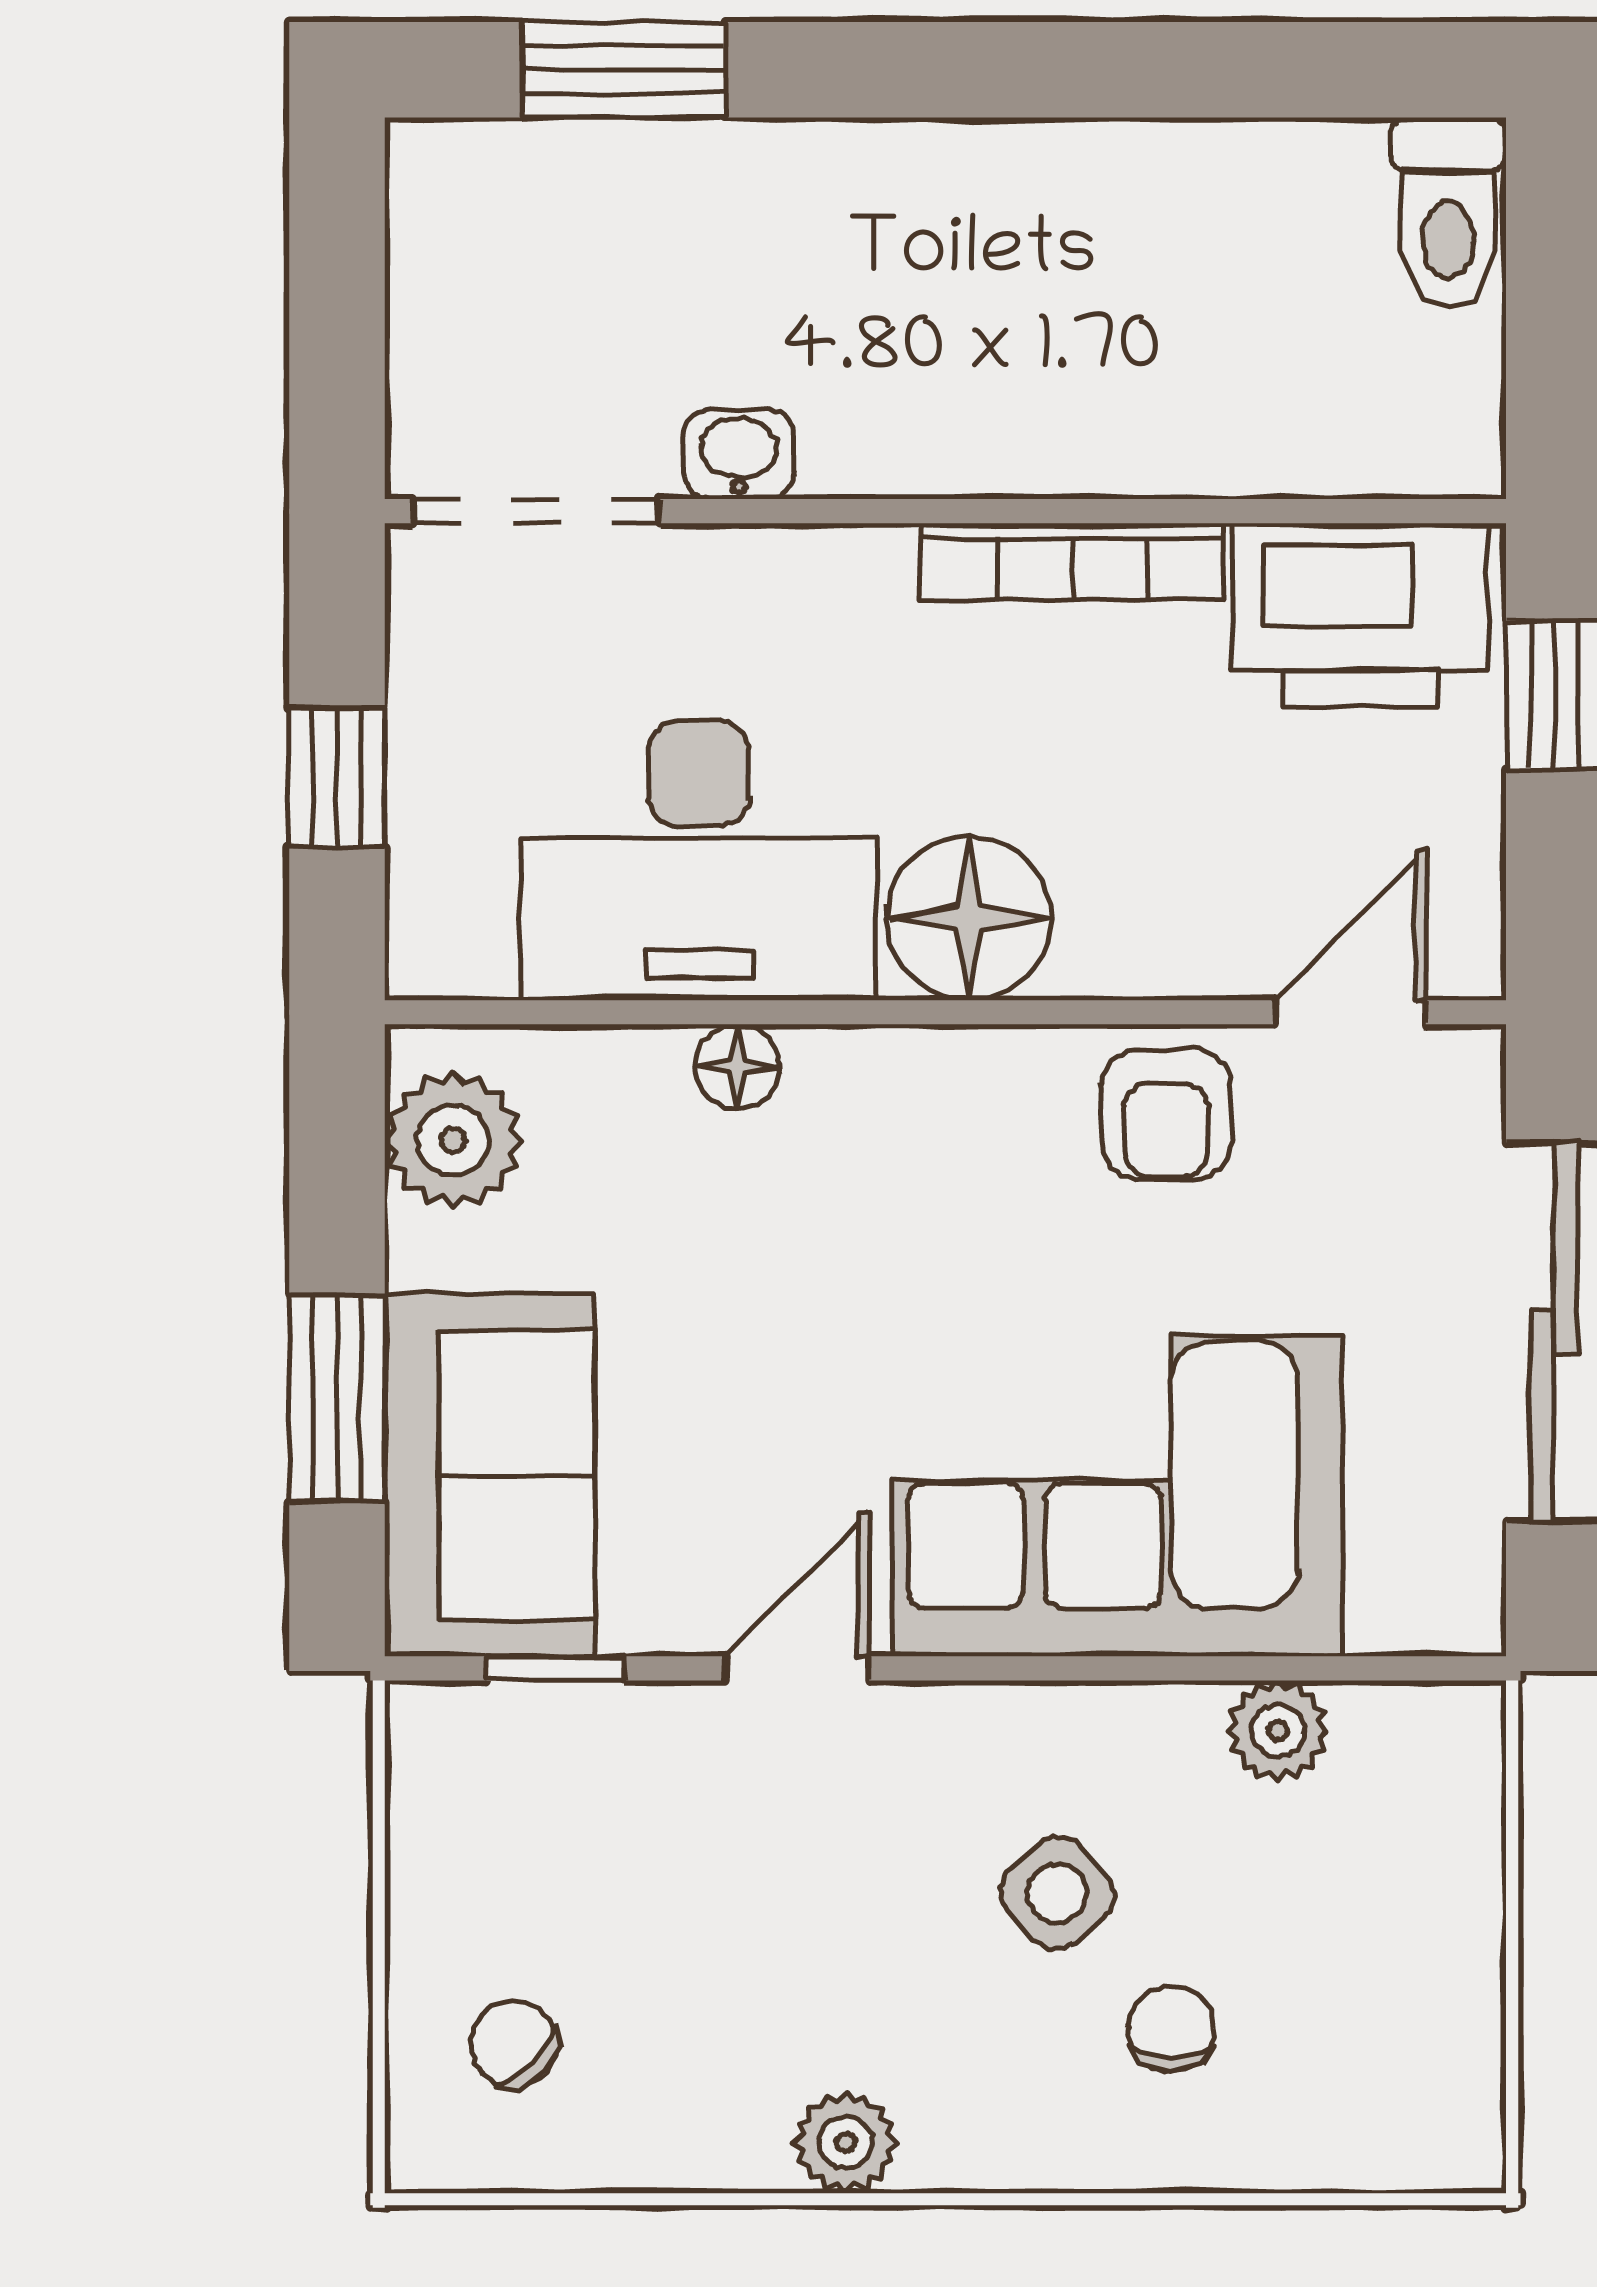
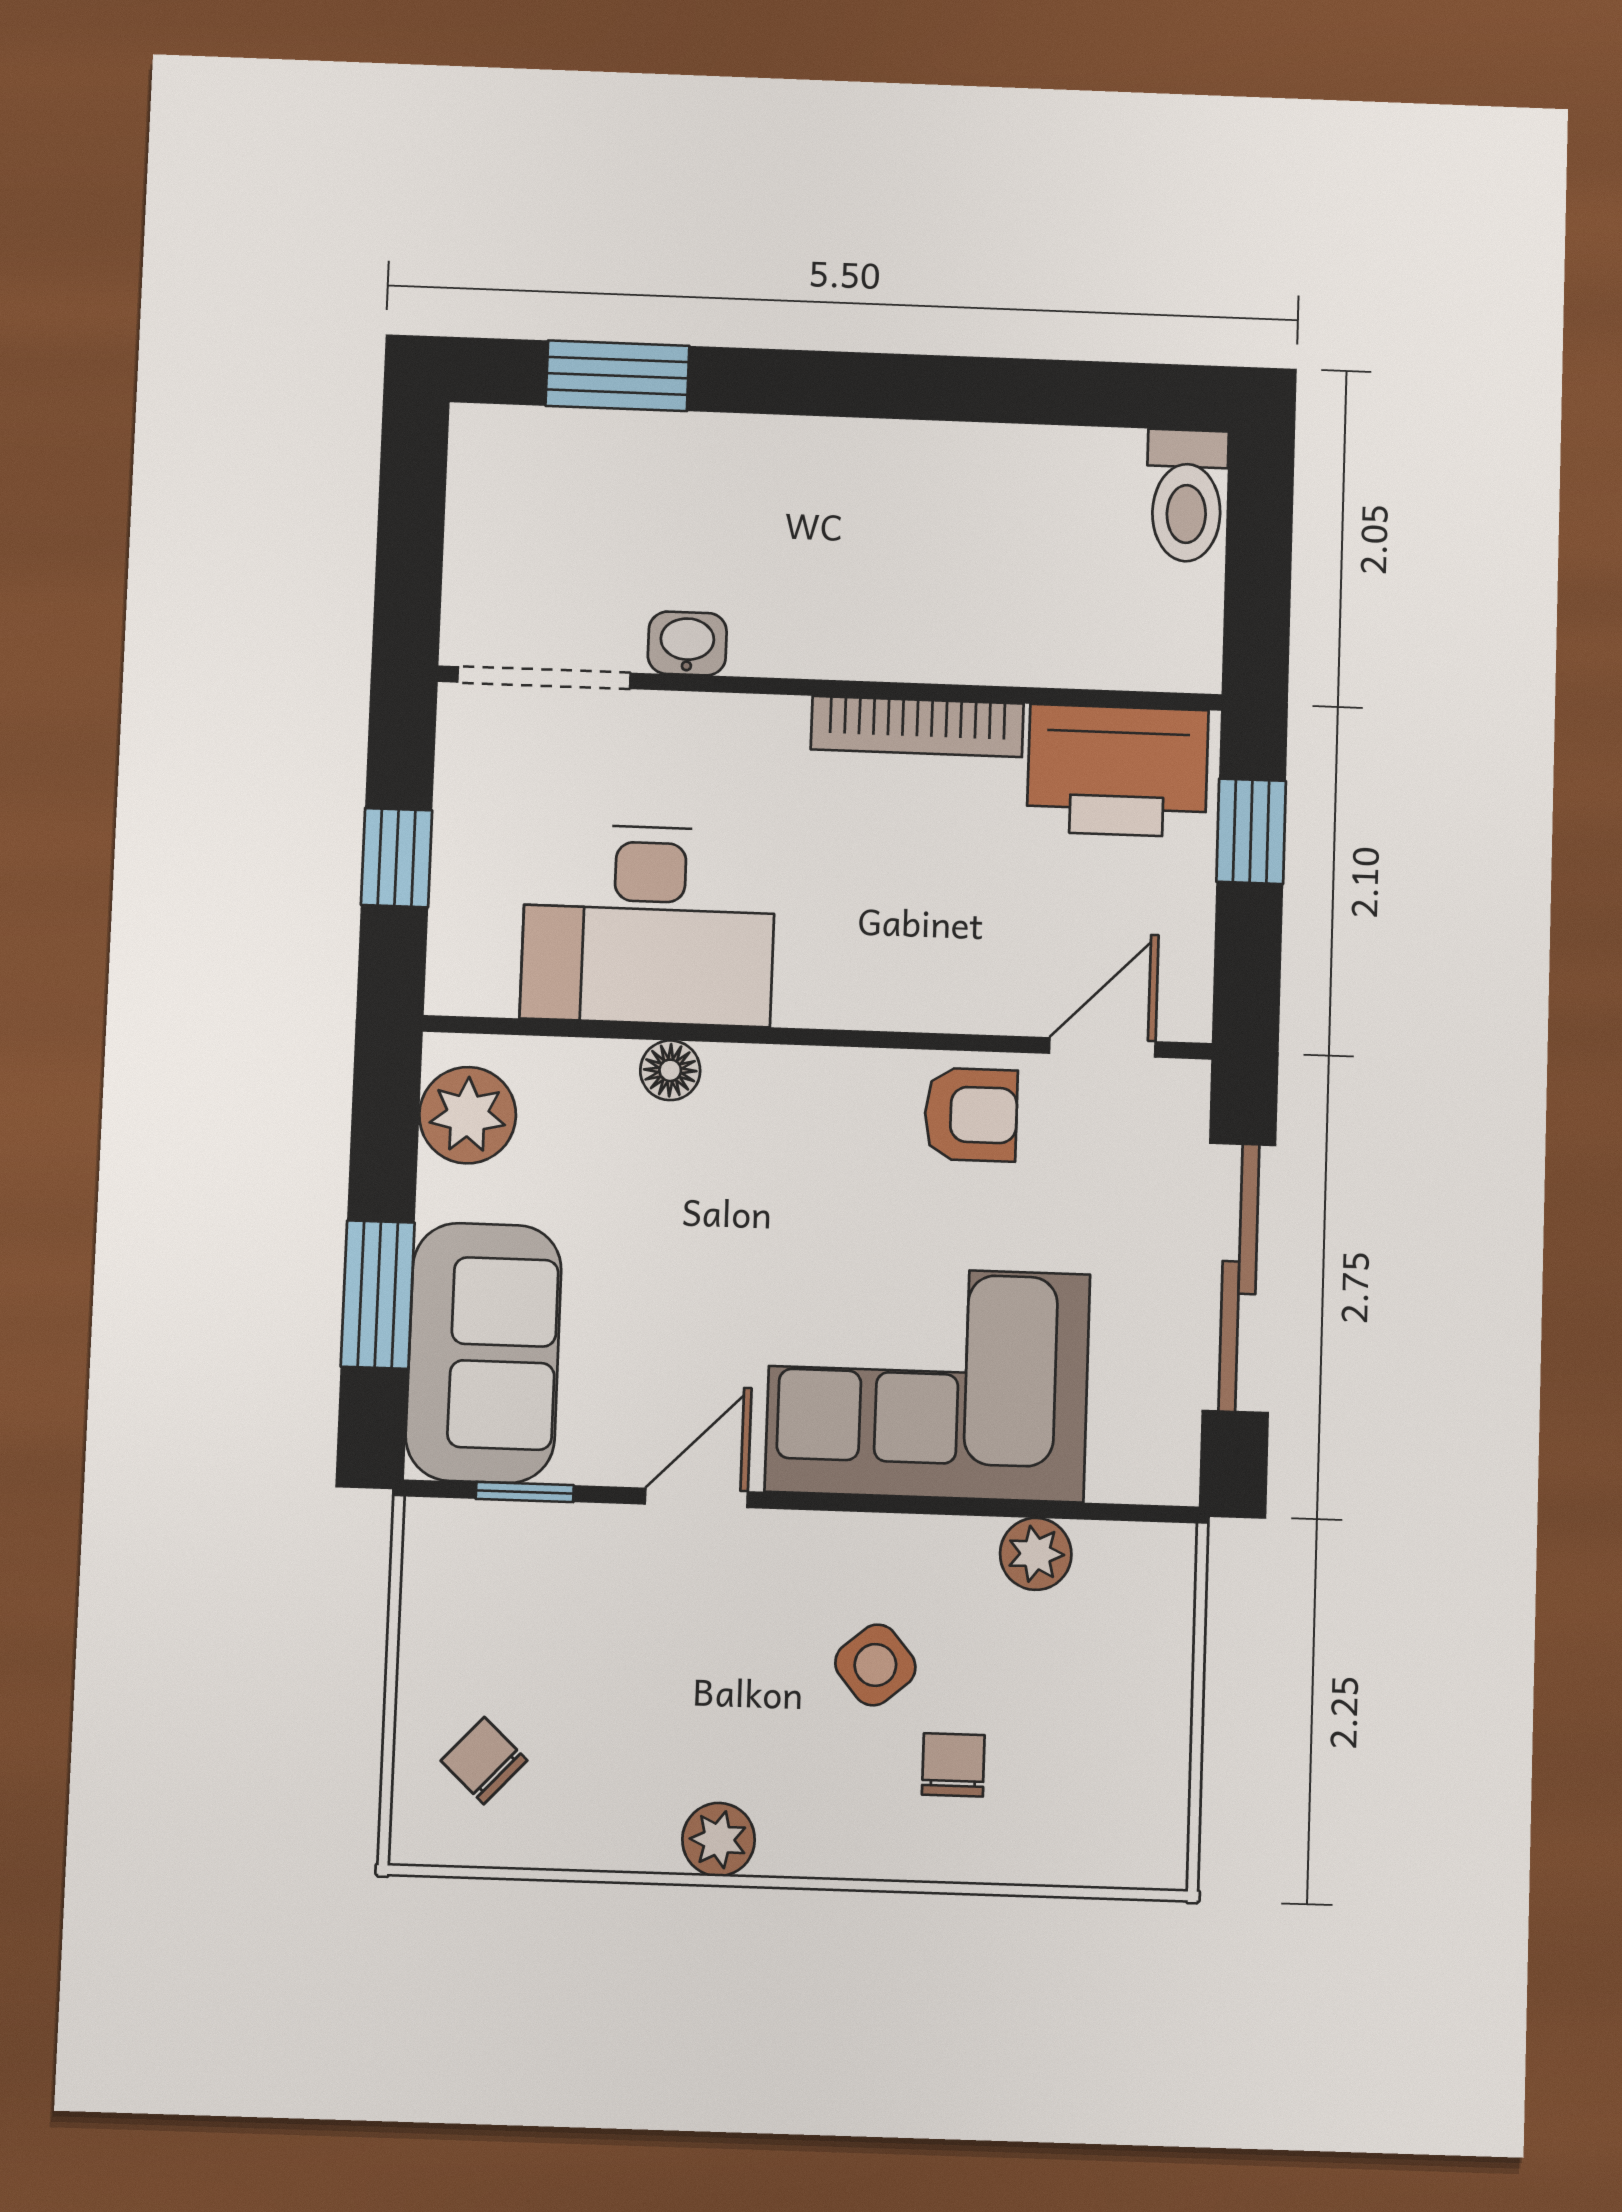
floor lamp: (969, 918) -> (836, 972), removed
armchair: (1166, 1114) -> (971, 1115), turned -90

